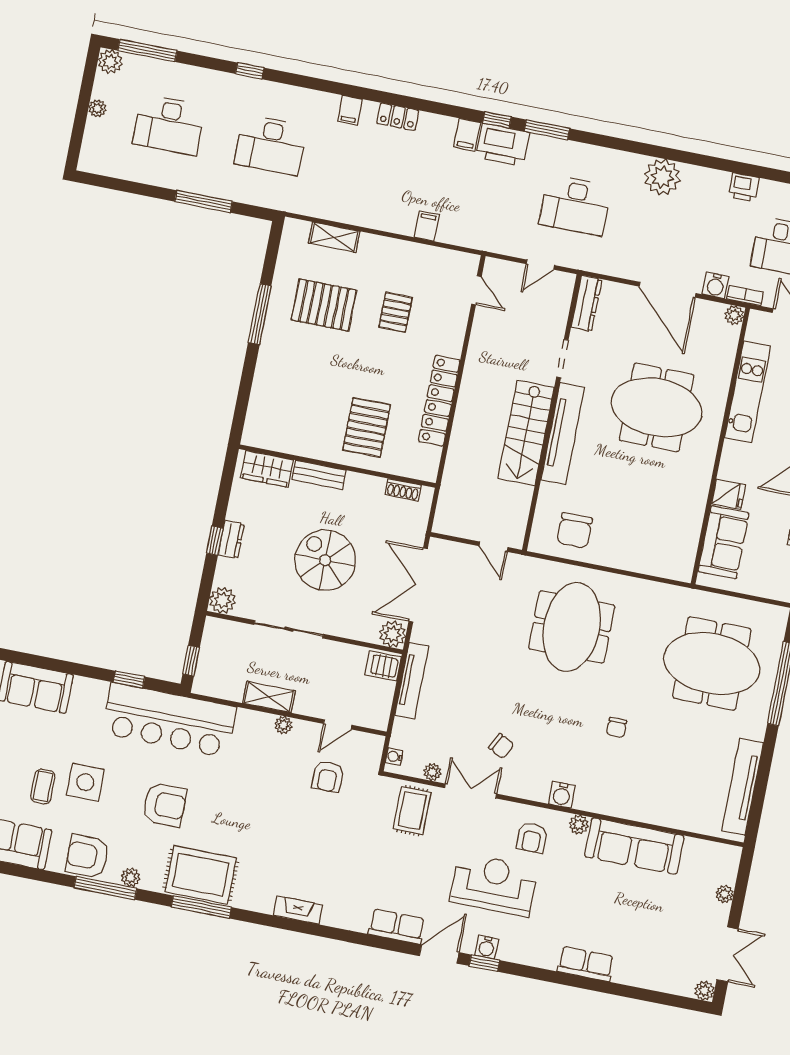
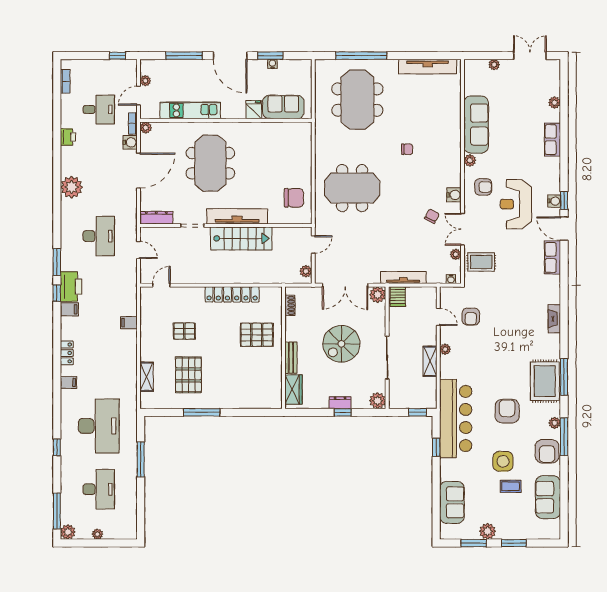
desk: (271, 145) -> (99, 426), width x1.36, depth x1.30
plant: (453, 526) -> (306, 271), added
armchair: (328, 777) -> (471, 317), turned 90
water cooler: (562, 795) -> (454, 195), moved
plant: (704, 991) -> (554, 103), moved

